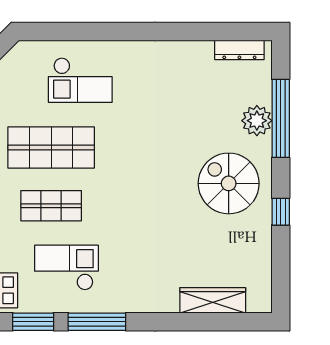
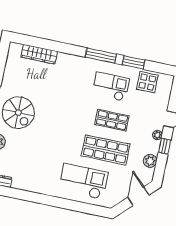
checkout: (80, 80) -> (83, 182), width x1.36, depth x1.21
checkout: (66, 268) -> (111, 87), turned 180

